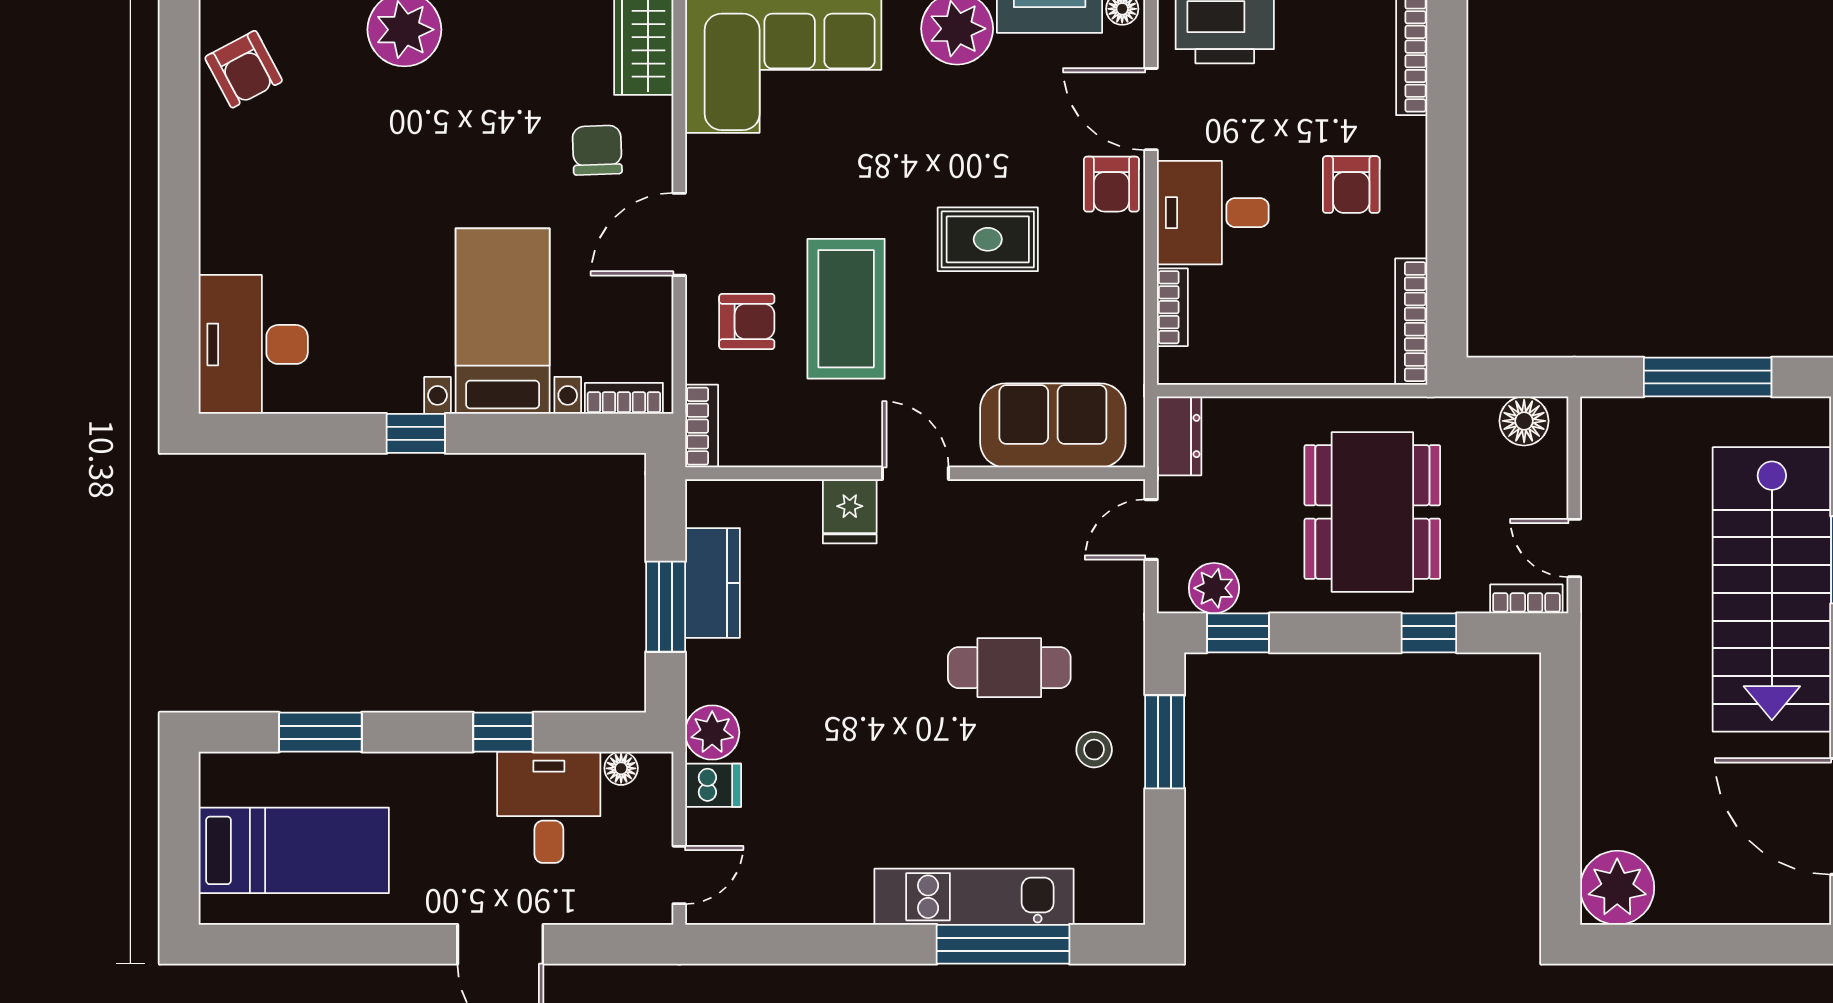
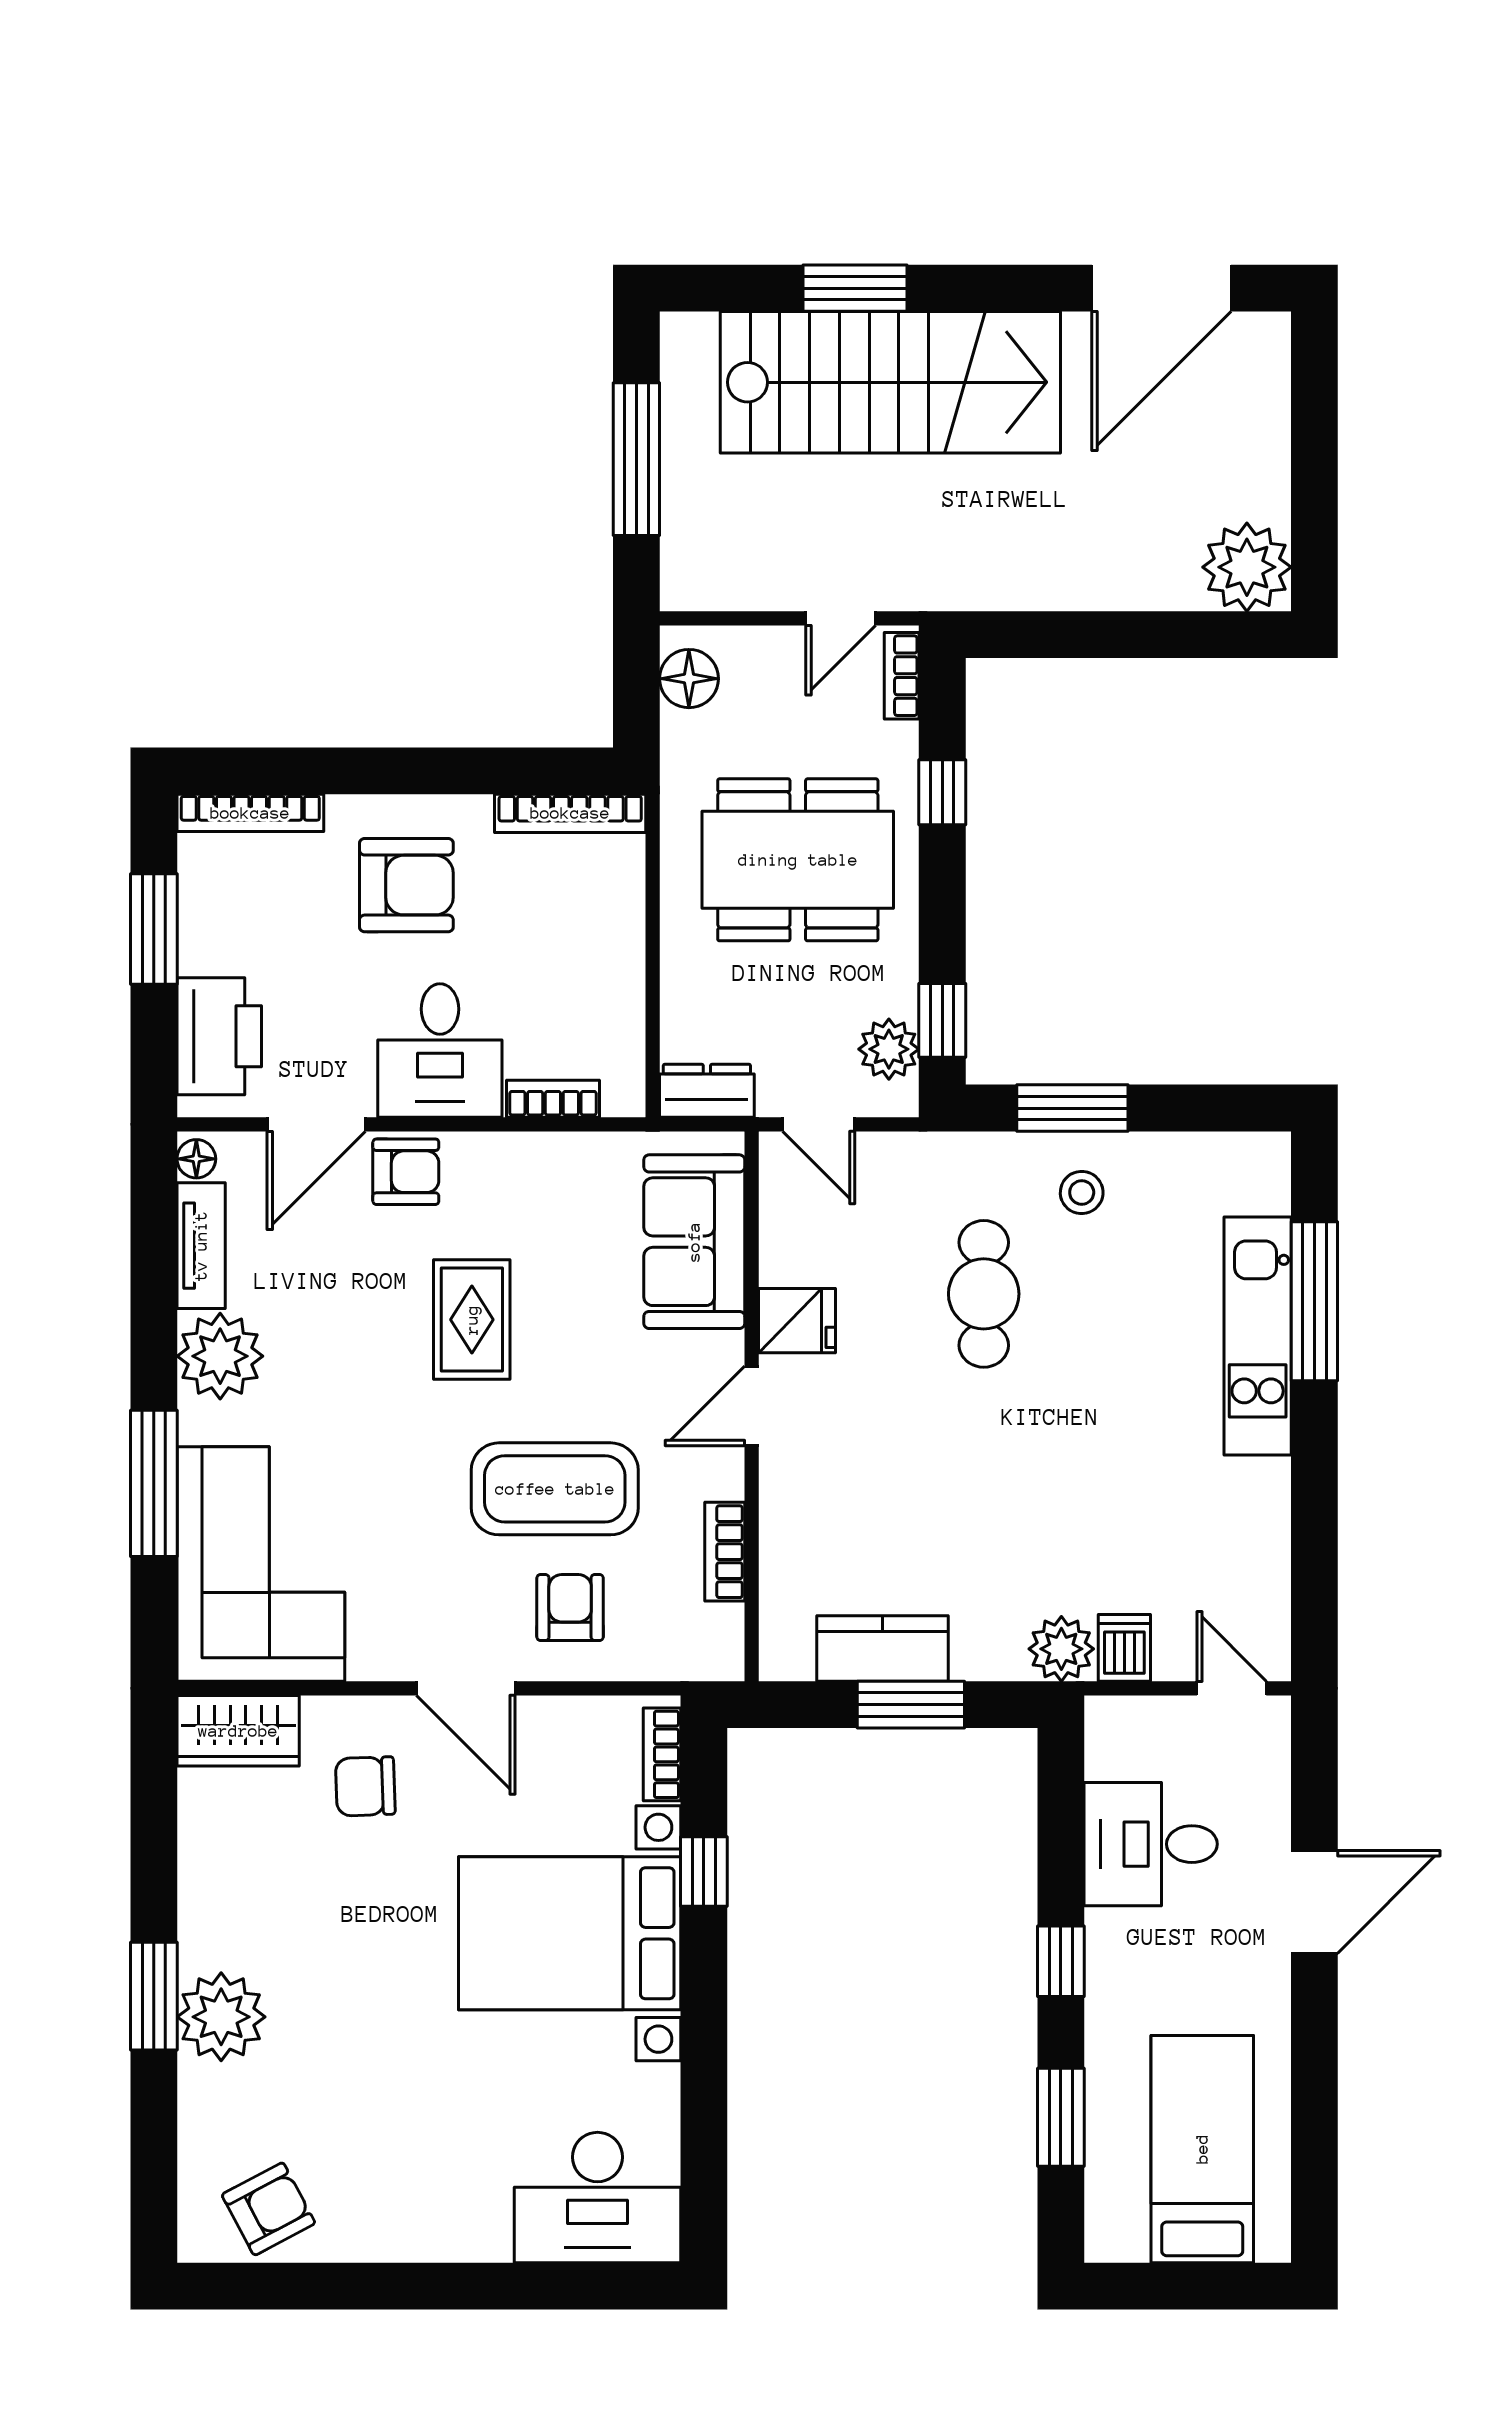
armchair: (1351, 185) -> (406, 885), width x1.38, depth x1.38
bed with nightstands: (503, 321) -> (570, 1933), width x1.36
bookcase: (702, 426) -> (725, 1552), moved, turned -90
window: (416, 433) -> (704, 1872), moved
fridge: (850, 511) -> (797, 1321), moved
window: (503, 732) -> (1061, 1961), moved
floor lamp: (621, 768) -> (1104, 1758), removed

